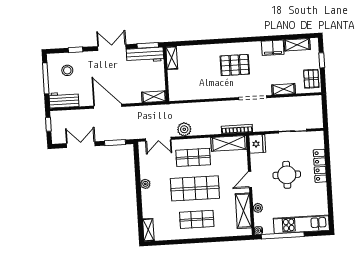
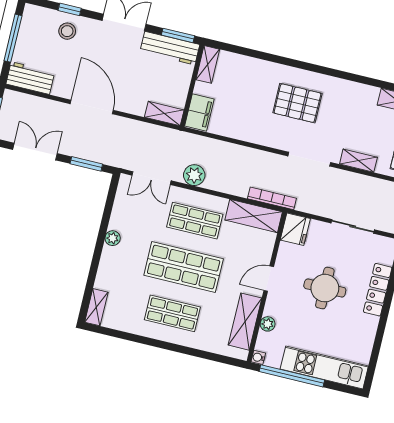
filing cabinet: (273, 48) -> (199, 113), moved, turned -90
stool: (67, 70) -> (67, 31), moved

